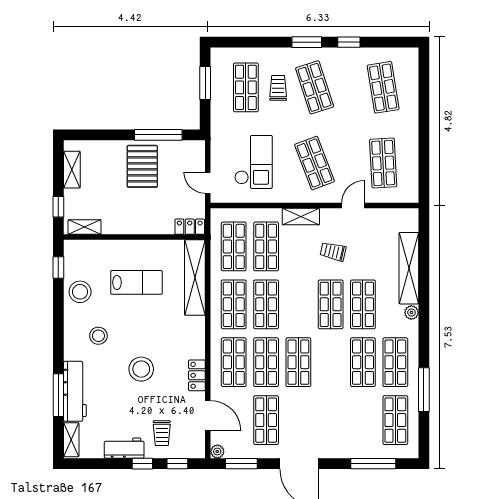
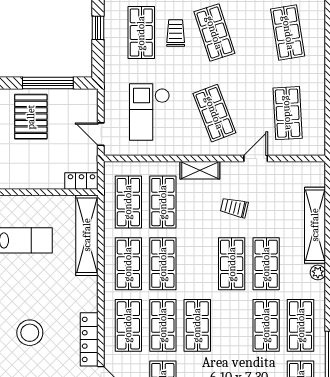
window: (205, 83) -> (98, 28), width x0.67
checkout: (254, 162) -> (149, 112), turned 180
locker: (197, 375) -> (89, 339), width x1.53

